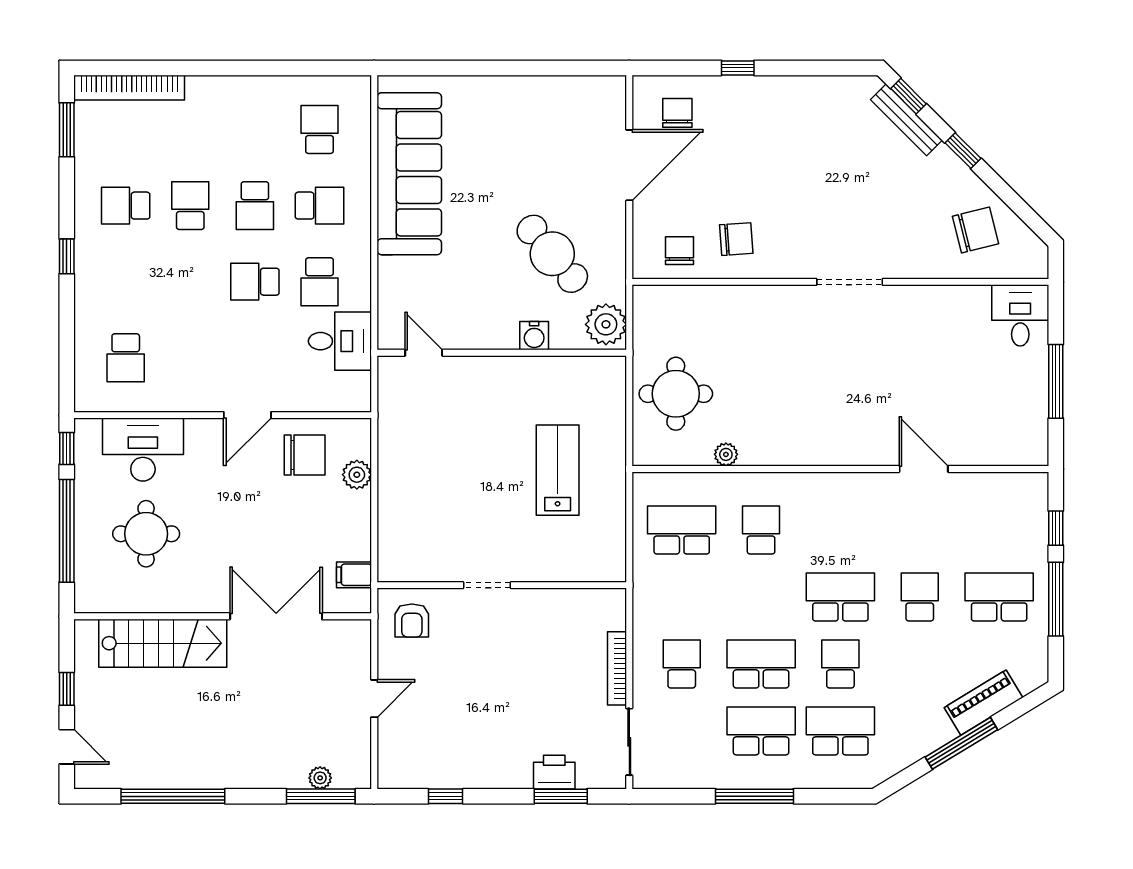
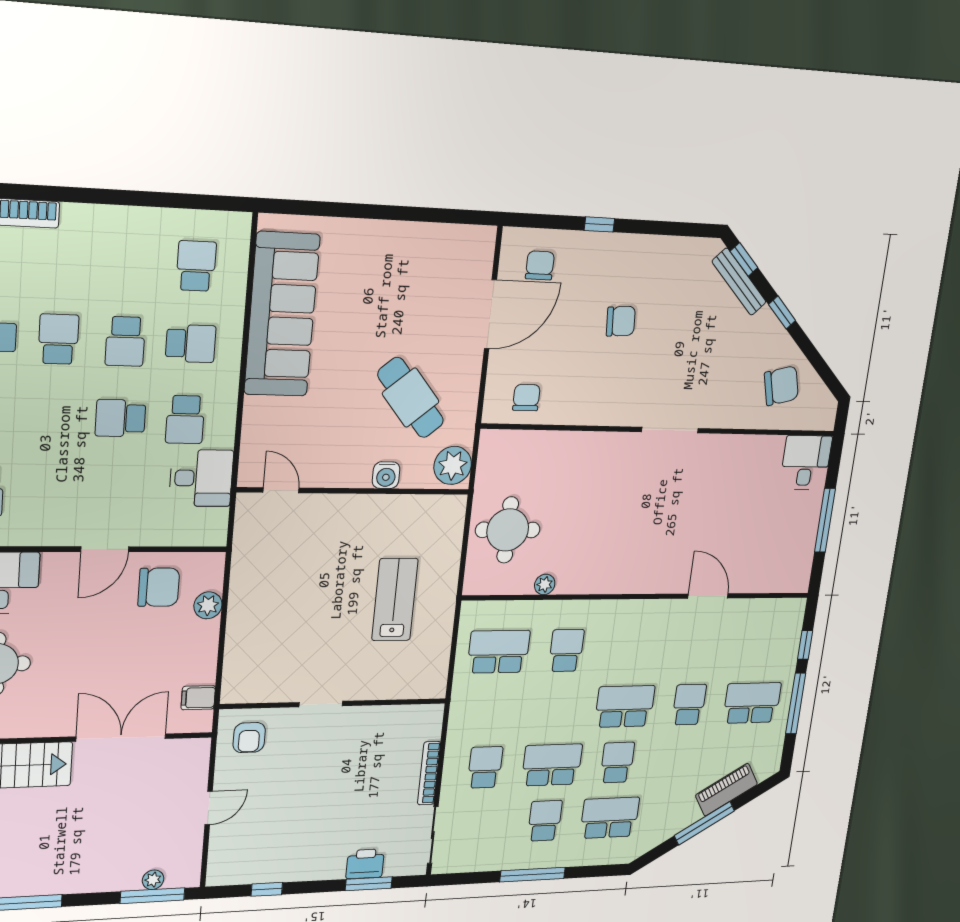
chair: (736, 239) -> (621, 321), moved
school desk: (761, 731) -> (545, 821), width x0.54

